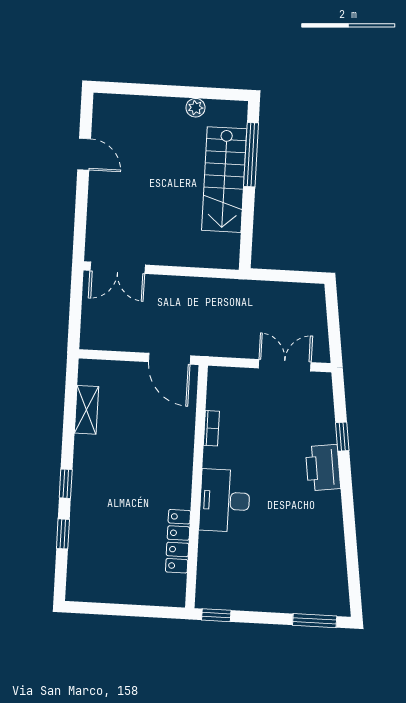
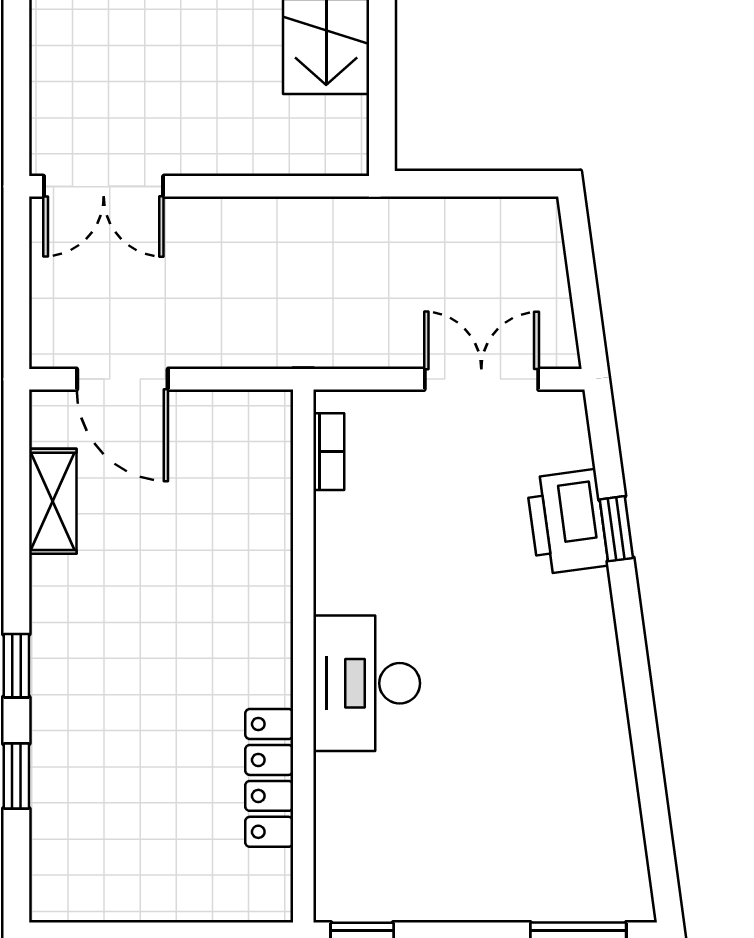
door: (170, 359) -> (122, 379), moved
bookcase: (211, 428) -> (329, 452), moved
printer: (323, 468) -> (567, 522), moved

